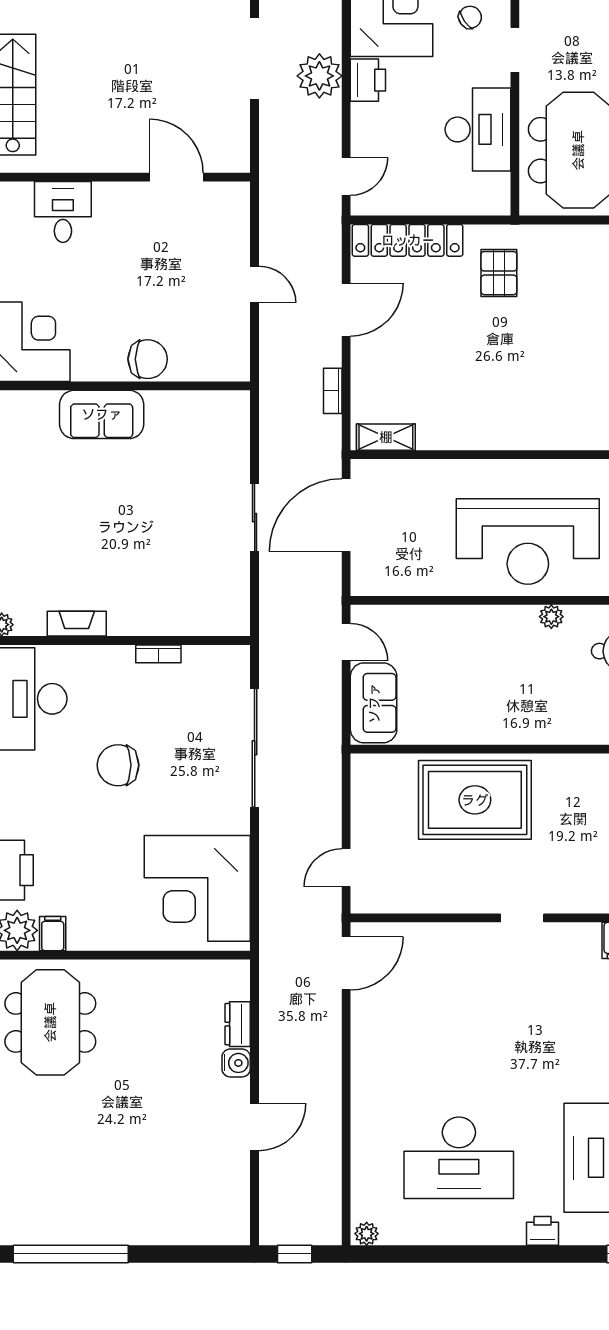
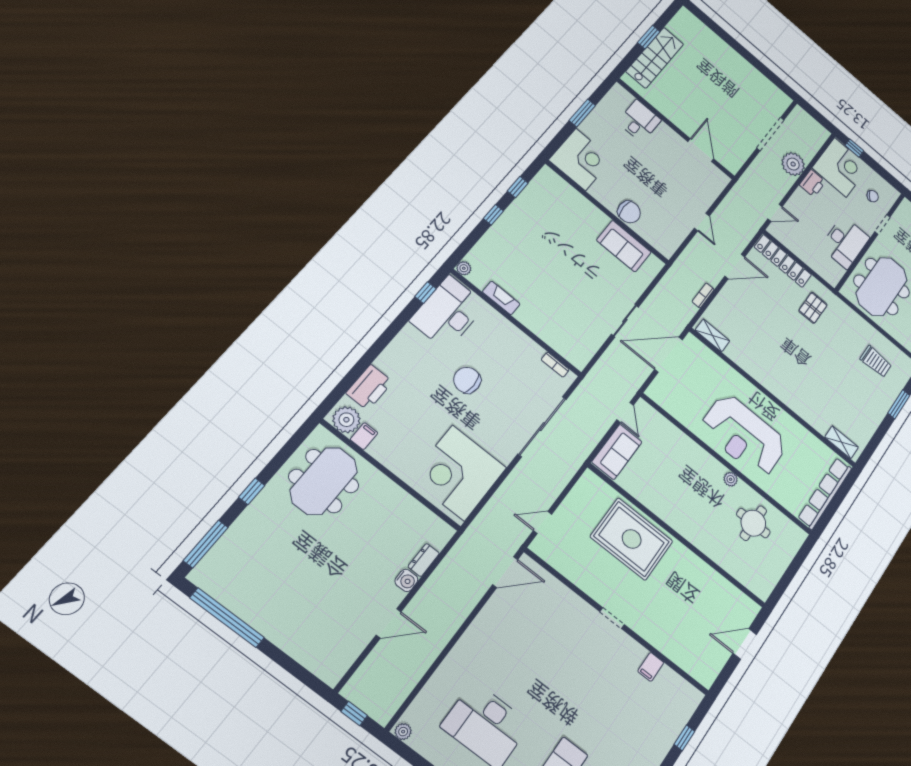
sofa: (102, 414) -> (624, 246), moved
bookcase: (158, 654) -> (555, 365), moved

